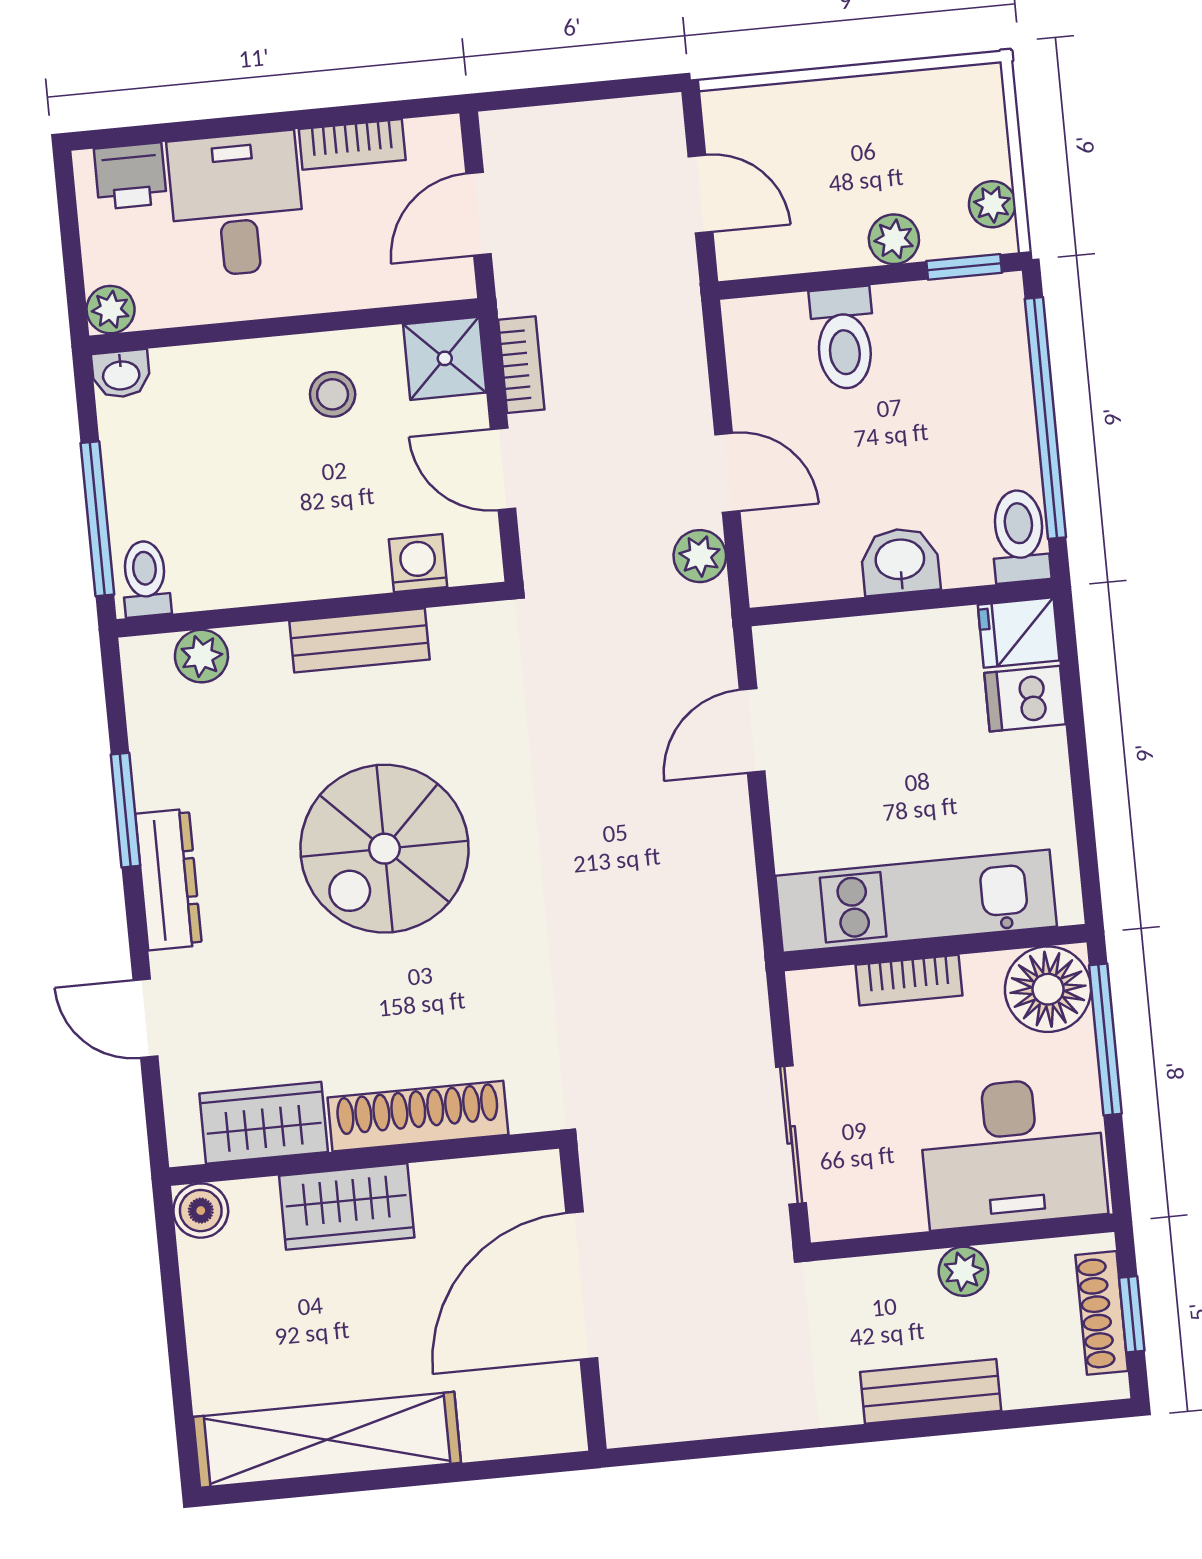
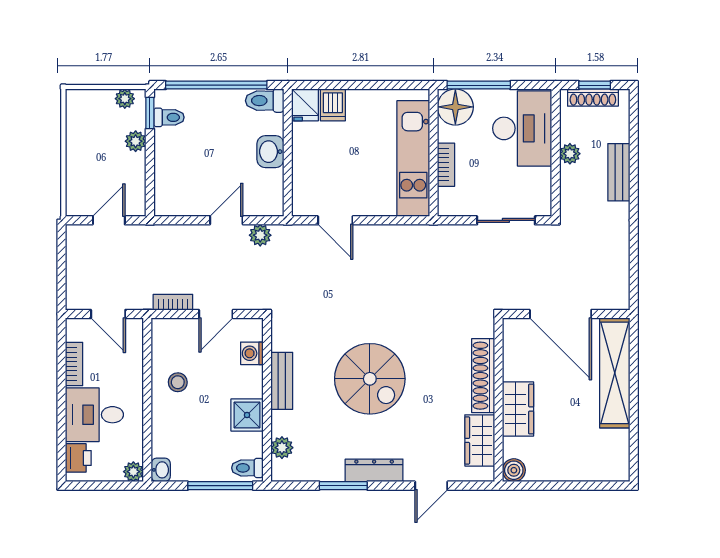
toilet: (844, 338) -> (169, 117), moved, width x0.73, depth x0.72
shower: (445, 358) -> (247, 415), moved
shelving: (327, 1440) -> (615, 373), moved

